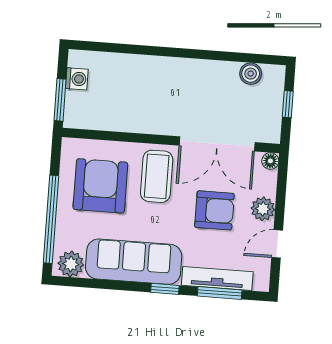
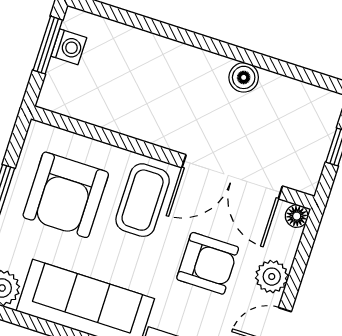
boiler: (251, 74) -> (244, 77), moved
window: (60, 100) -> (48, 45), moved
armchair: (100, 186) -> (66, 195), turned 180

